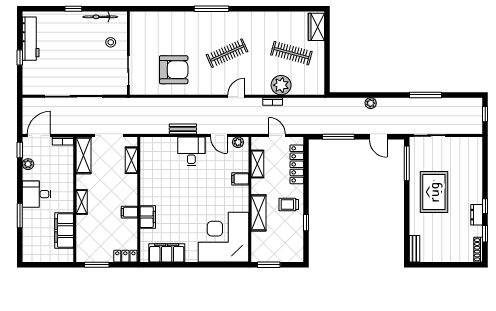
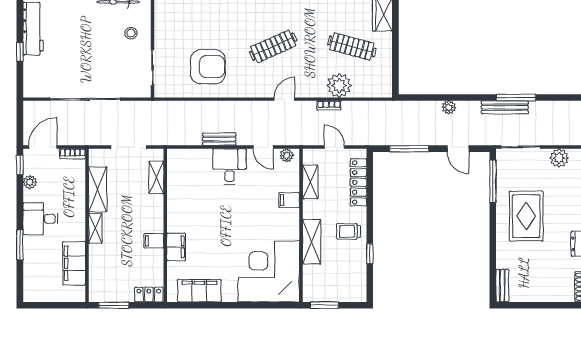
bench: (416, 103) -> (505, 107), added
plant: (461, 144) -> (559, 158), added
shelving: (83, 155) -> (98, 189), moved

